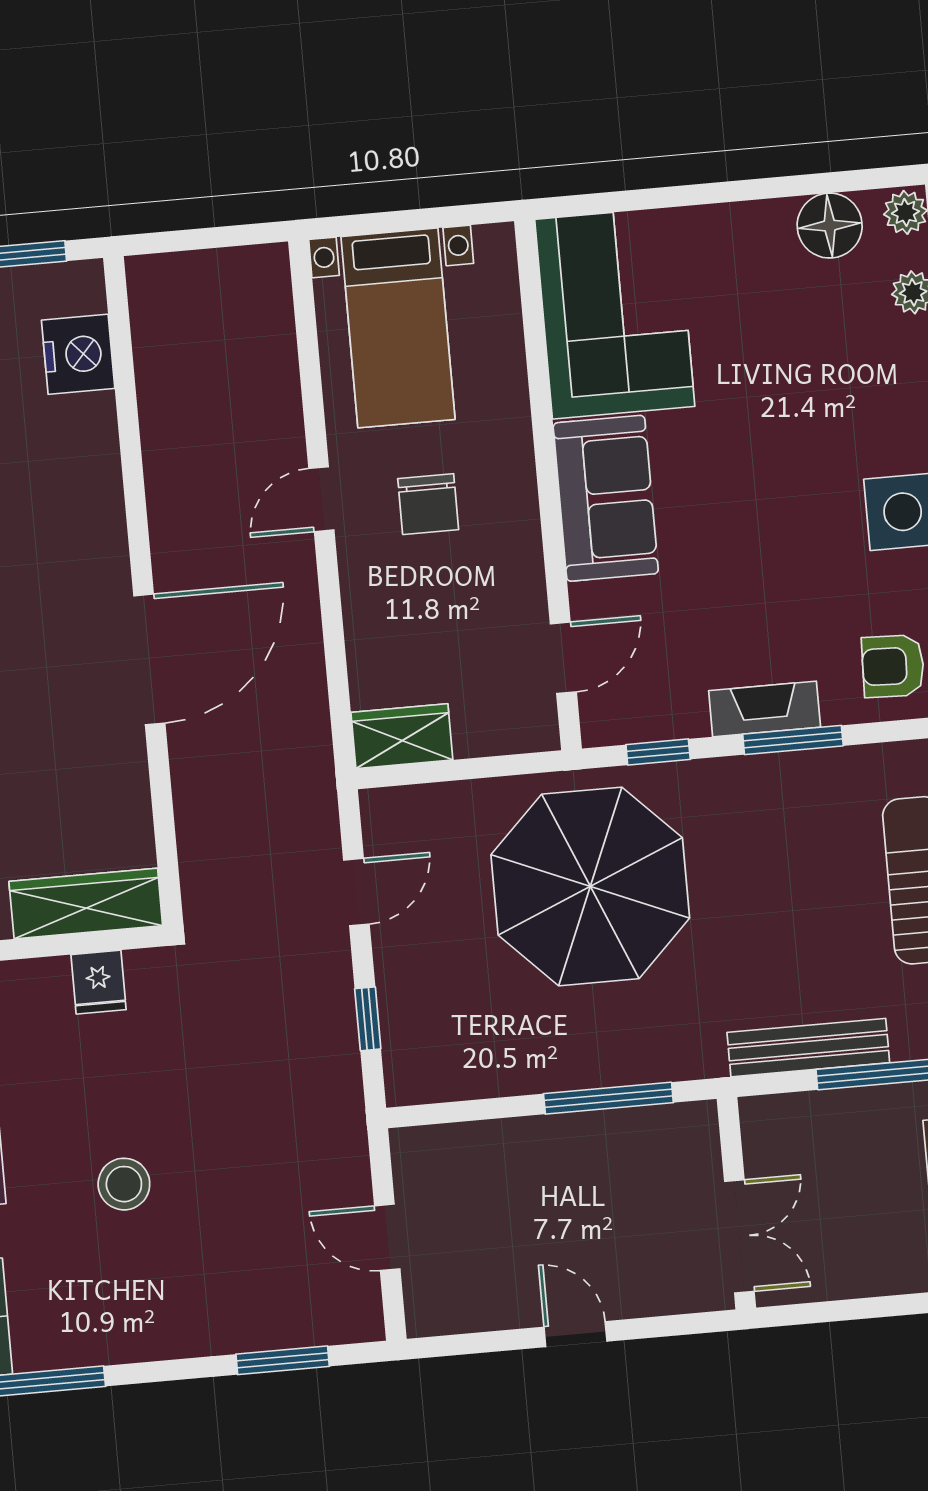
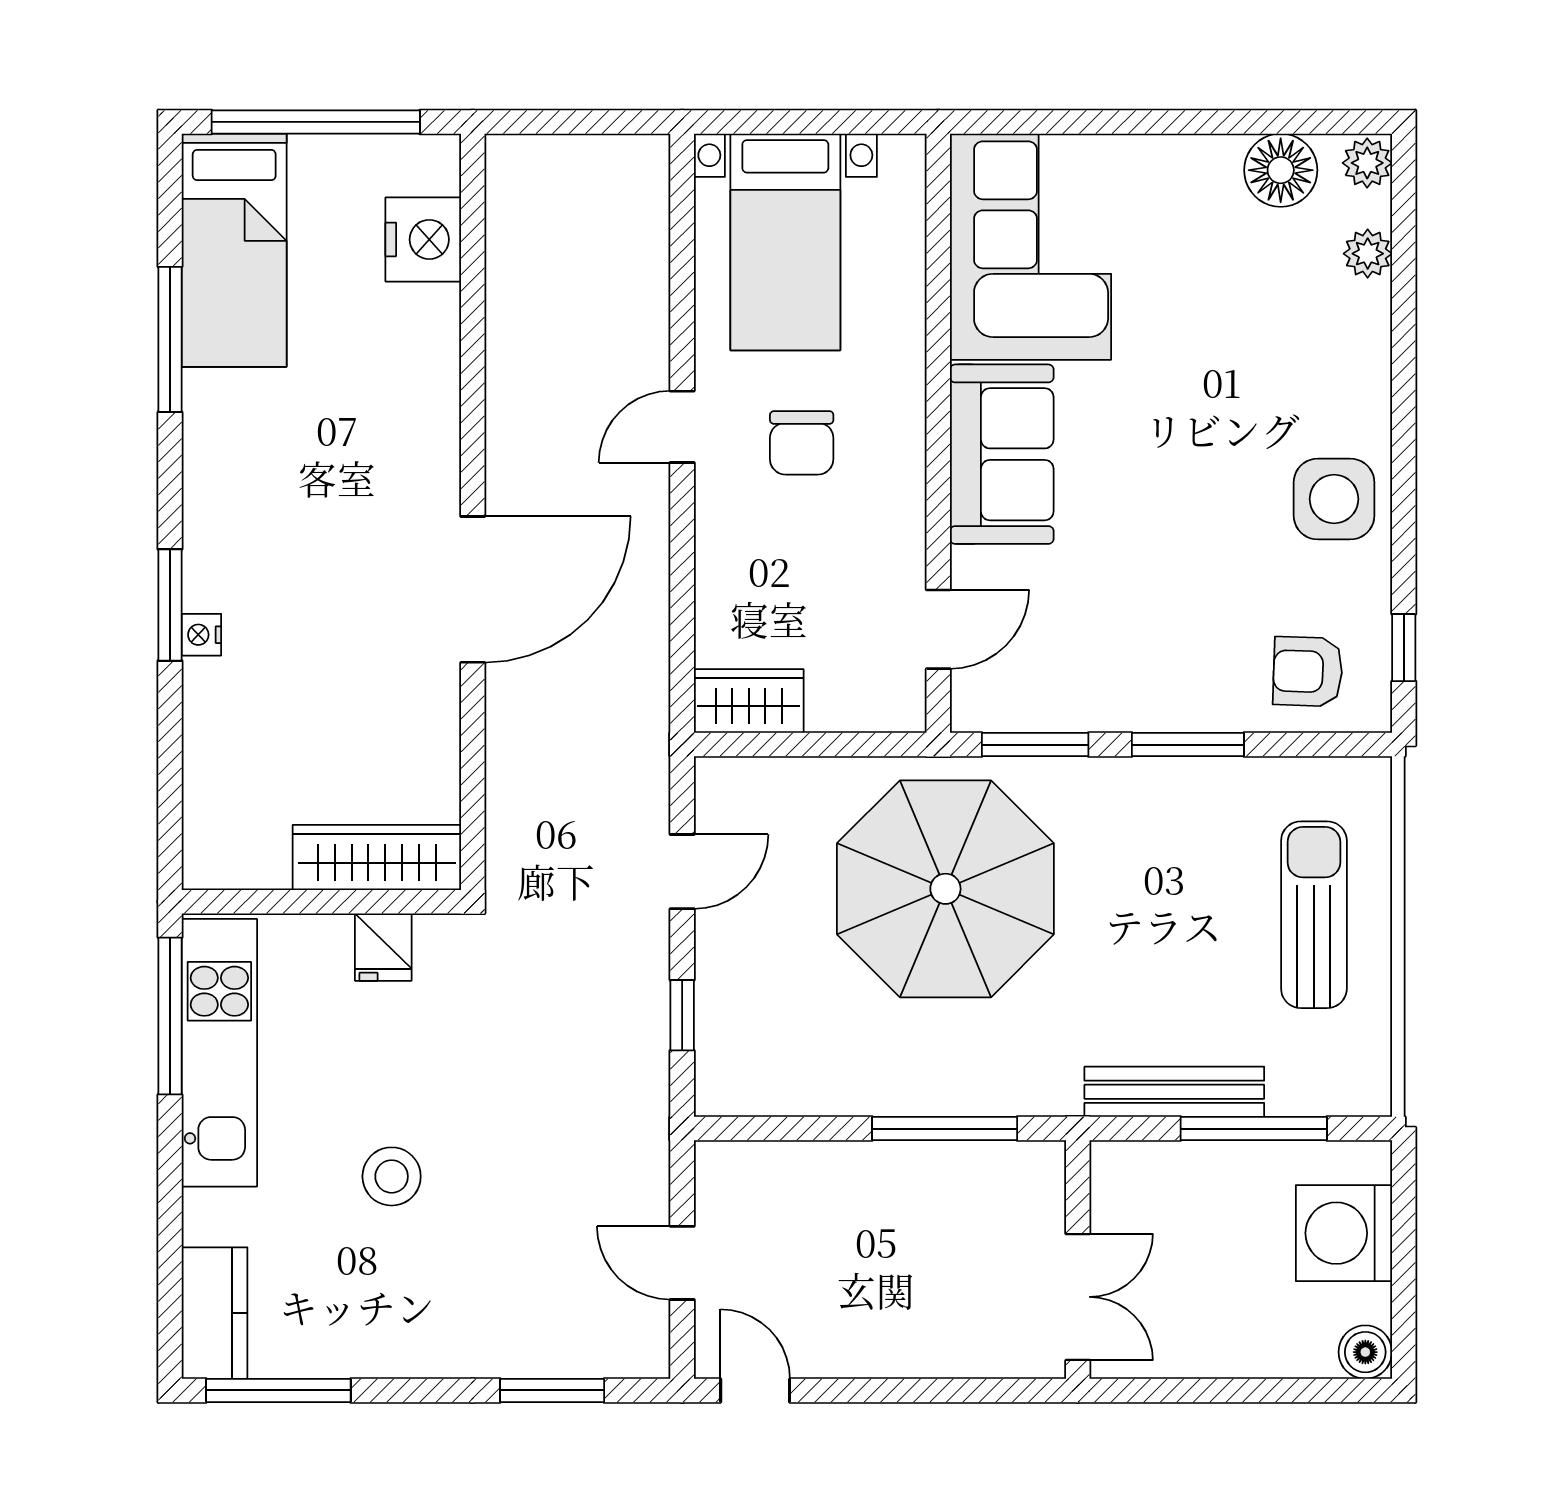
fireplace: (765, 709) -> (1159, 707), removed
window: (658, 752) -> (1035, 745), width x1.50
door: (575, 1334) -> (755, 1390), moved

